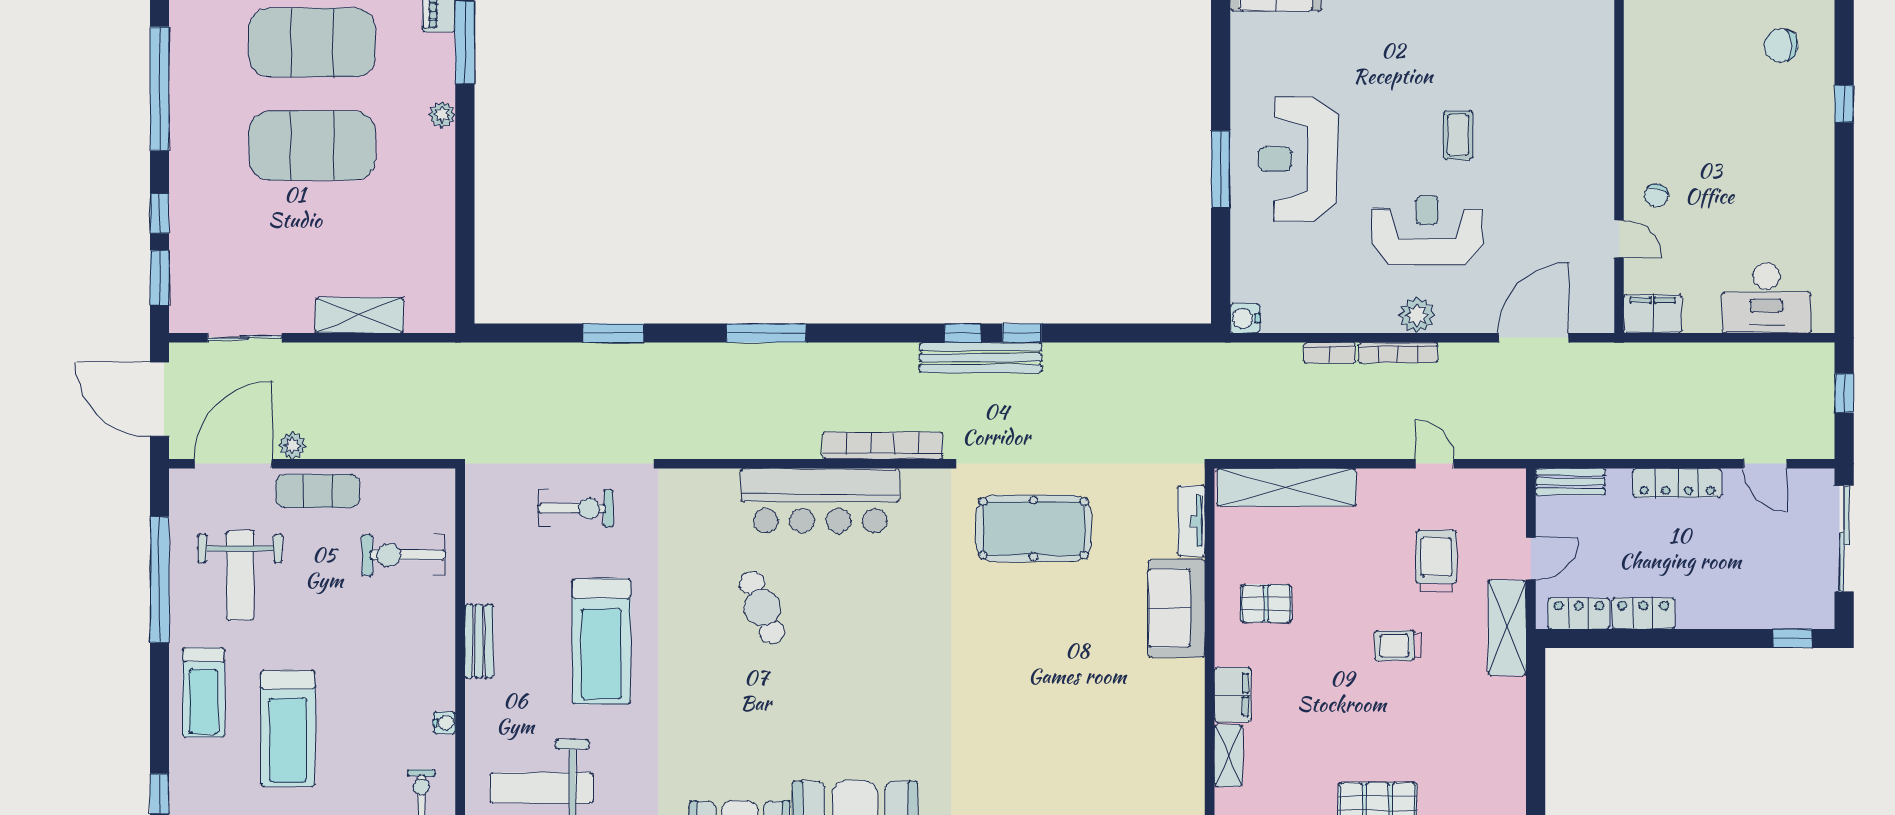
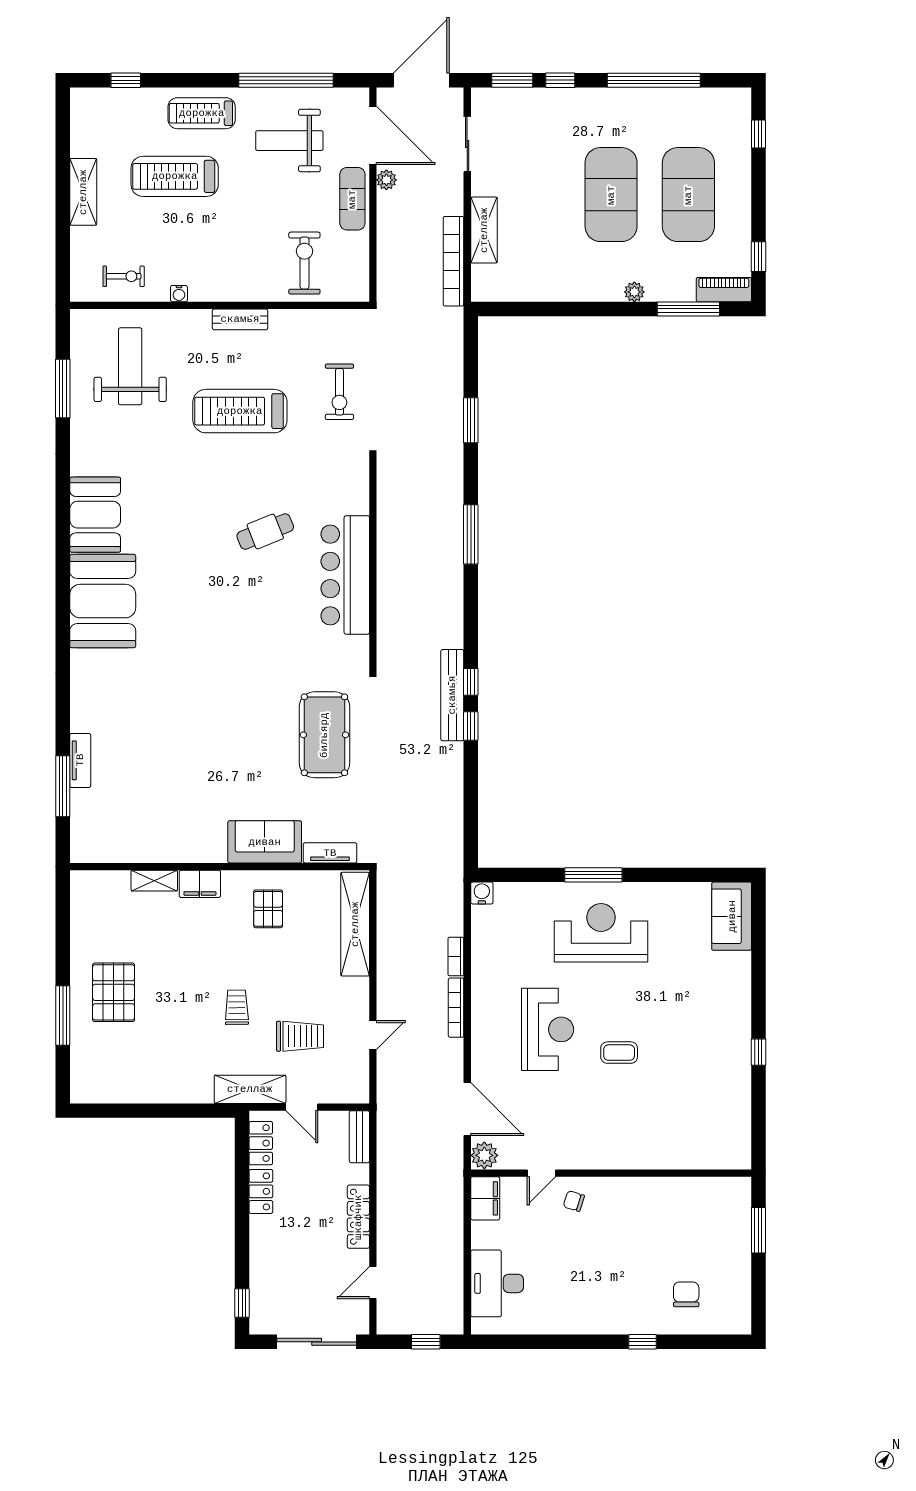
plant: (1417, 315) -> (484, 1155), moved
bookcase: (883, 445) -> (453, 261), moved, turned 180

